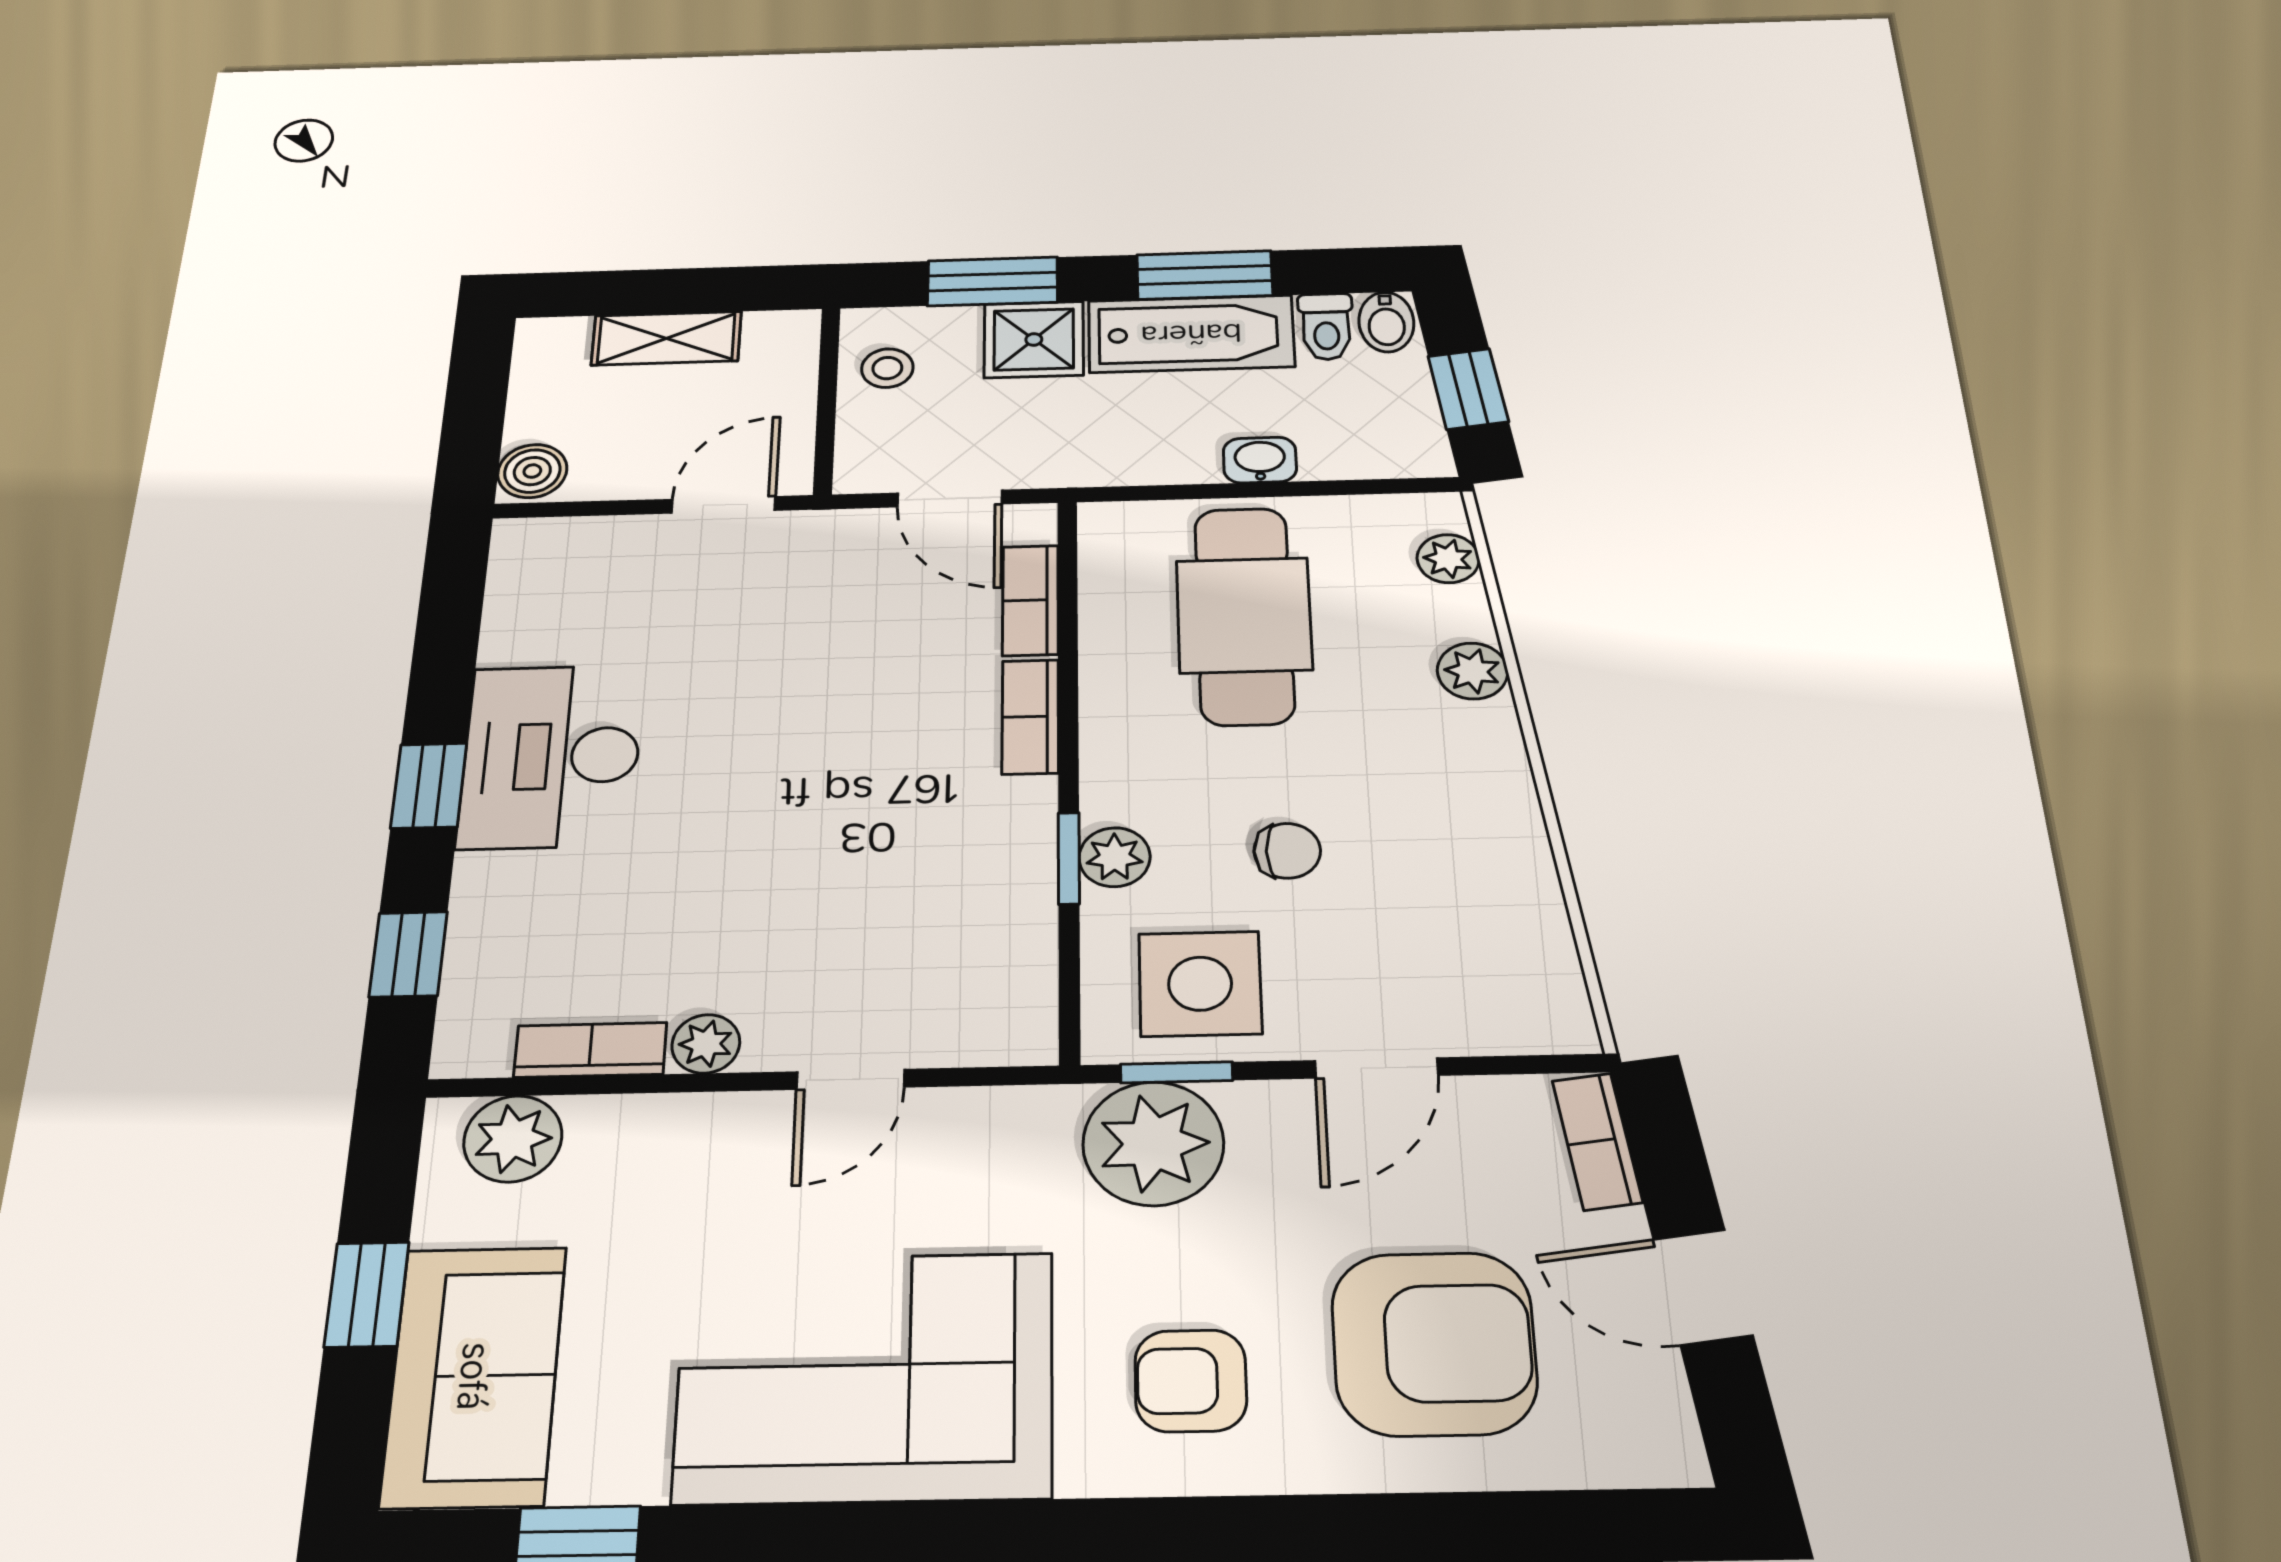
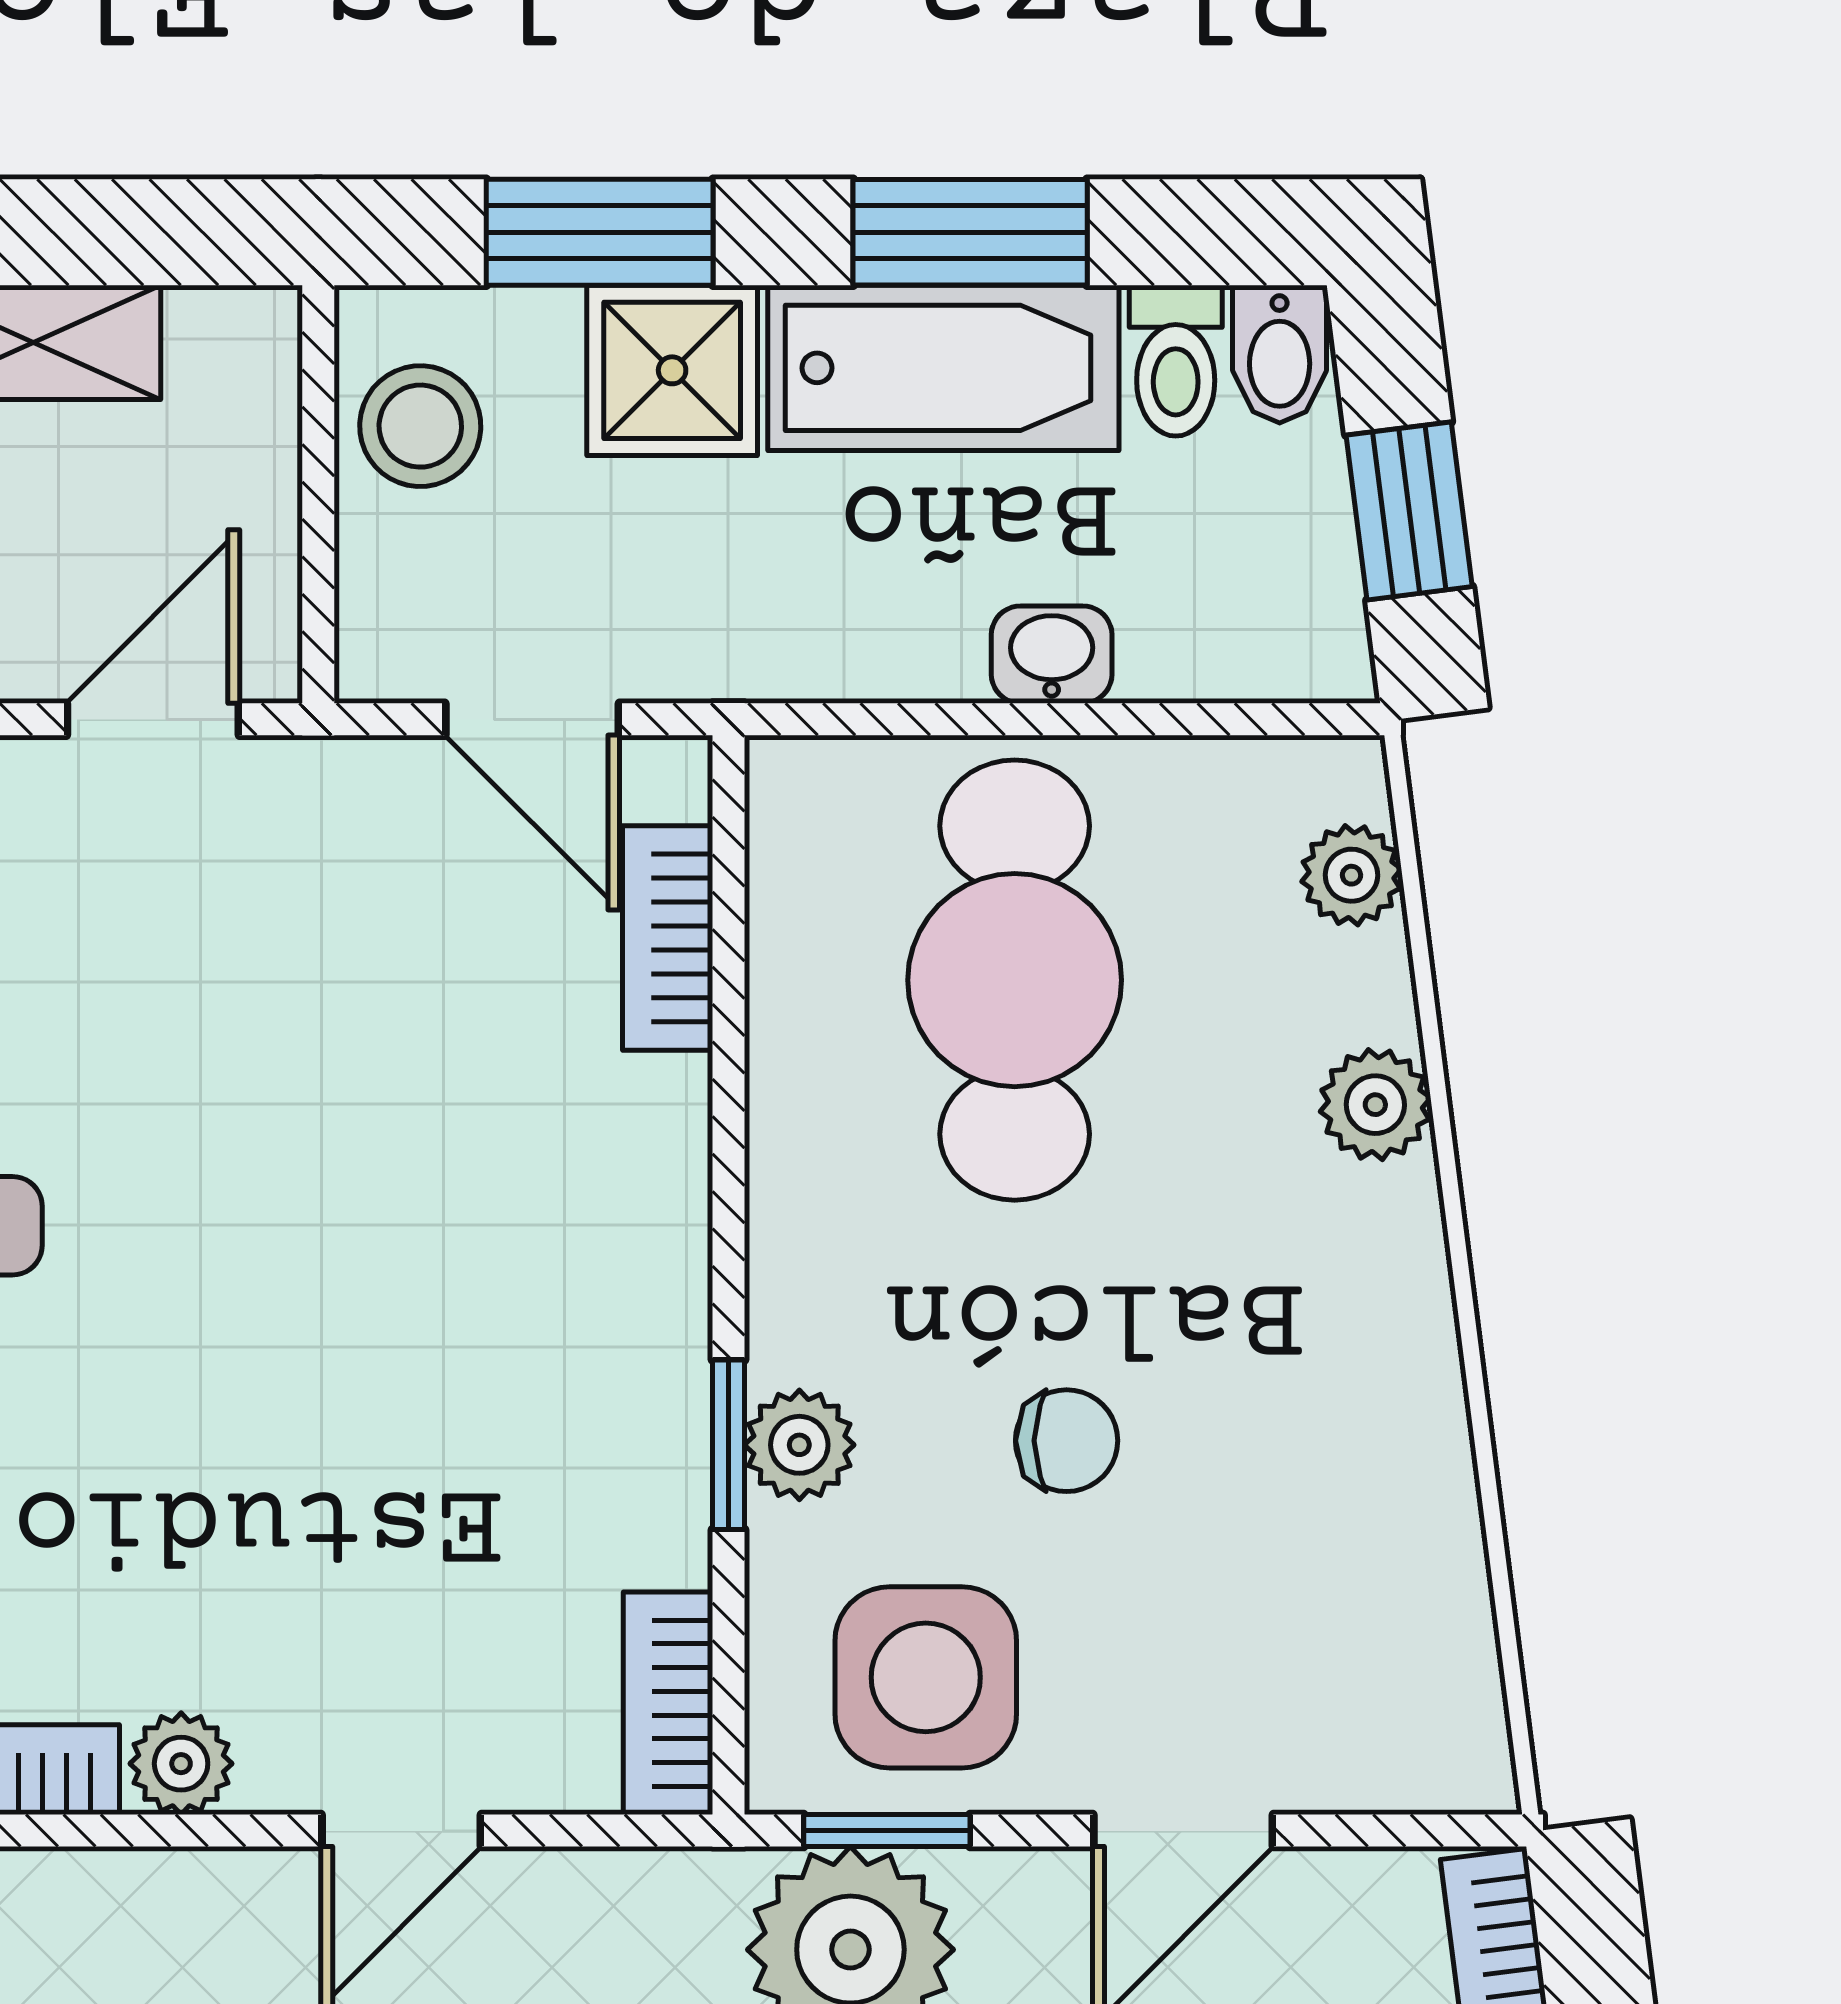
stool: (887, 368) -> (420, 426), width x1.37, depth x1.37
bookcase: (1030, 717) -> (668, 1703), moved

